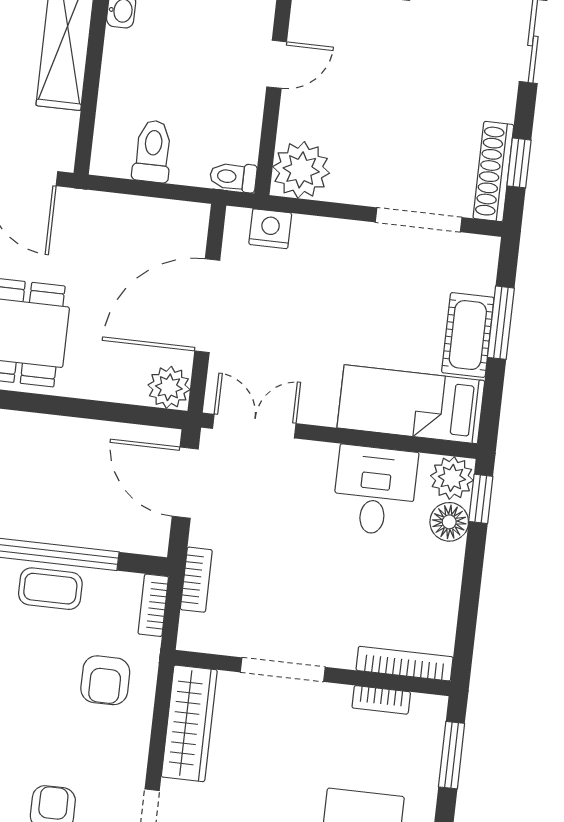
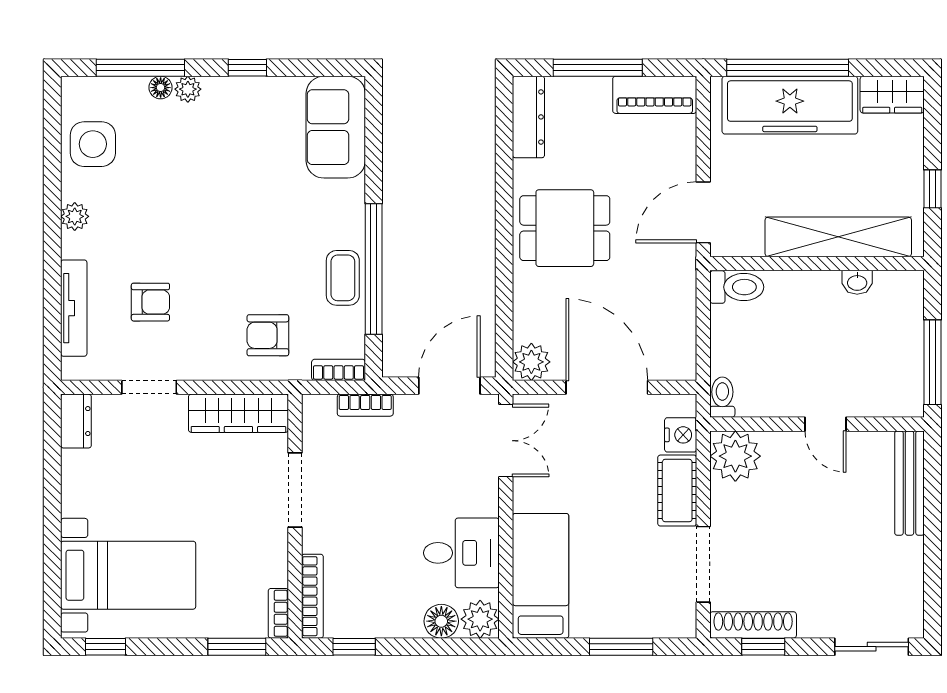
toilet: (153, 151) -> (737, 287), moved
cot: (468, 335) -> (677, 491), moved, turned 90
window: (481, 499) -> (354, 647), moved
bookcase: (381, 700) -> (278, 613), moved

